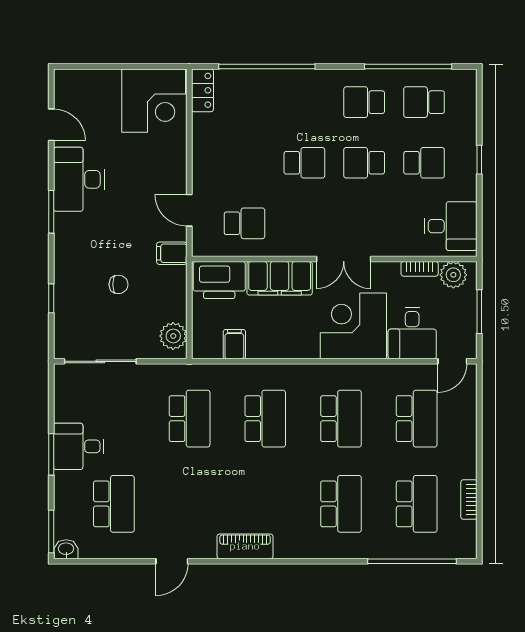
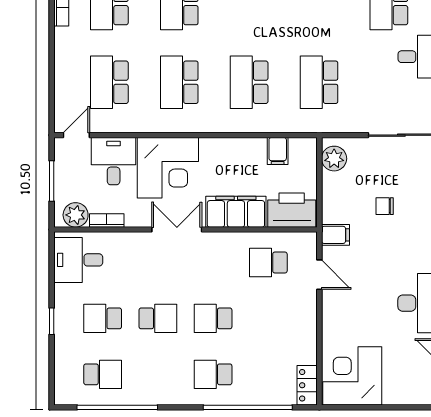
school desk: (364, 102) -> (213, 374), moved, turned 180

